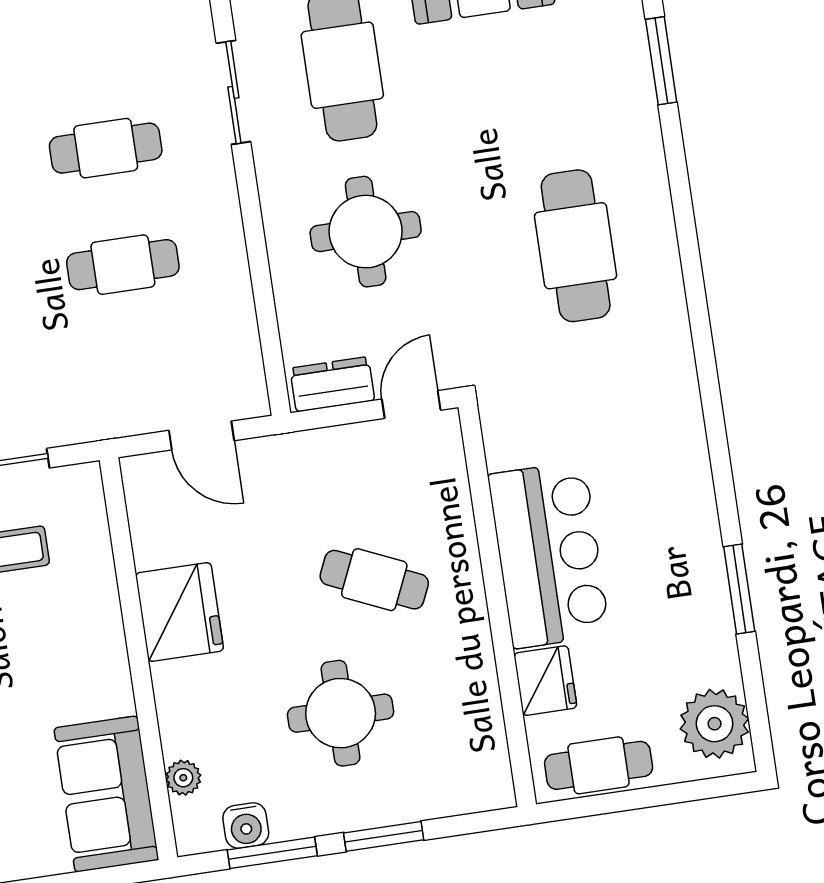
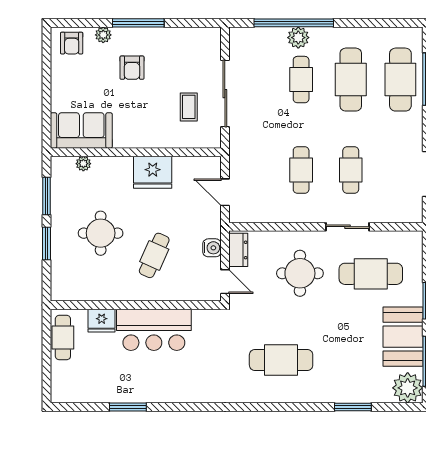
sliding door: (233, 92) -> (348, 227), moved
door: (201, 436) -> (225, 192), hinge flipped
plant: (715, 724) -> (73, 388), removed
water cooler: (246, 825) -> (212, 248), moved, turned 180

